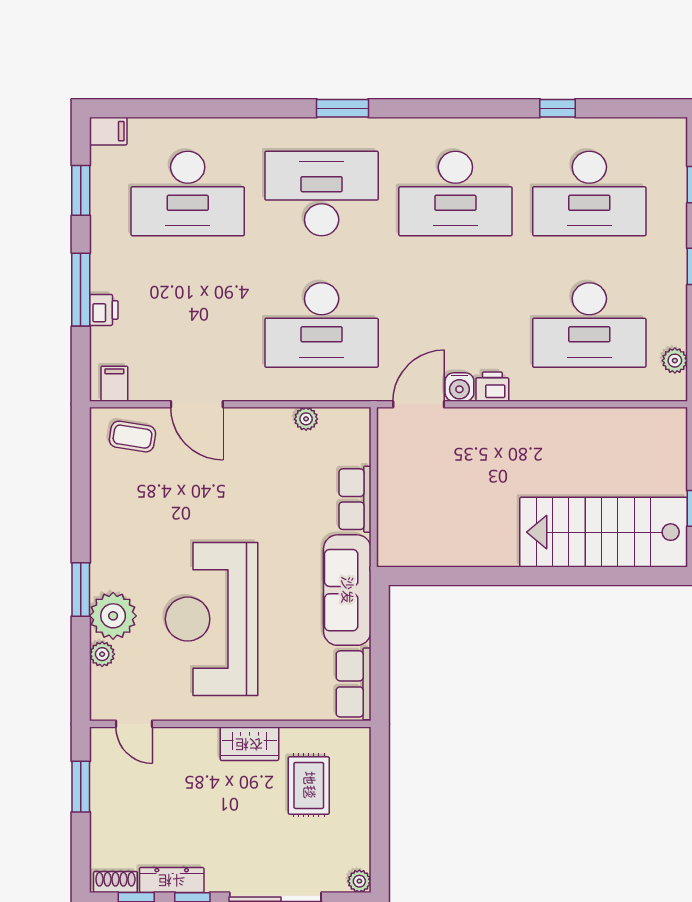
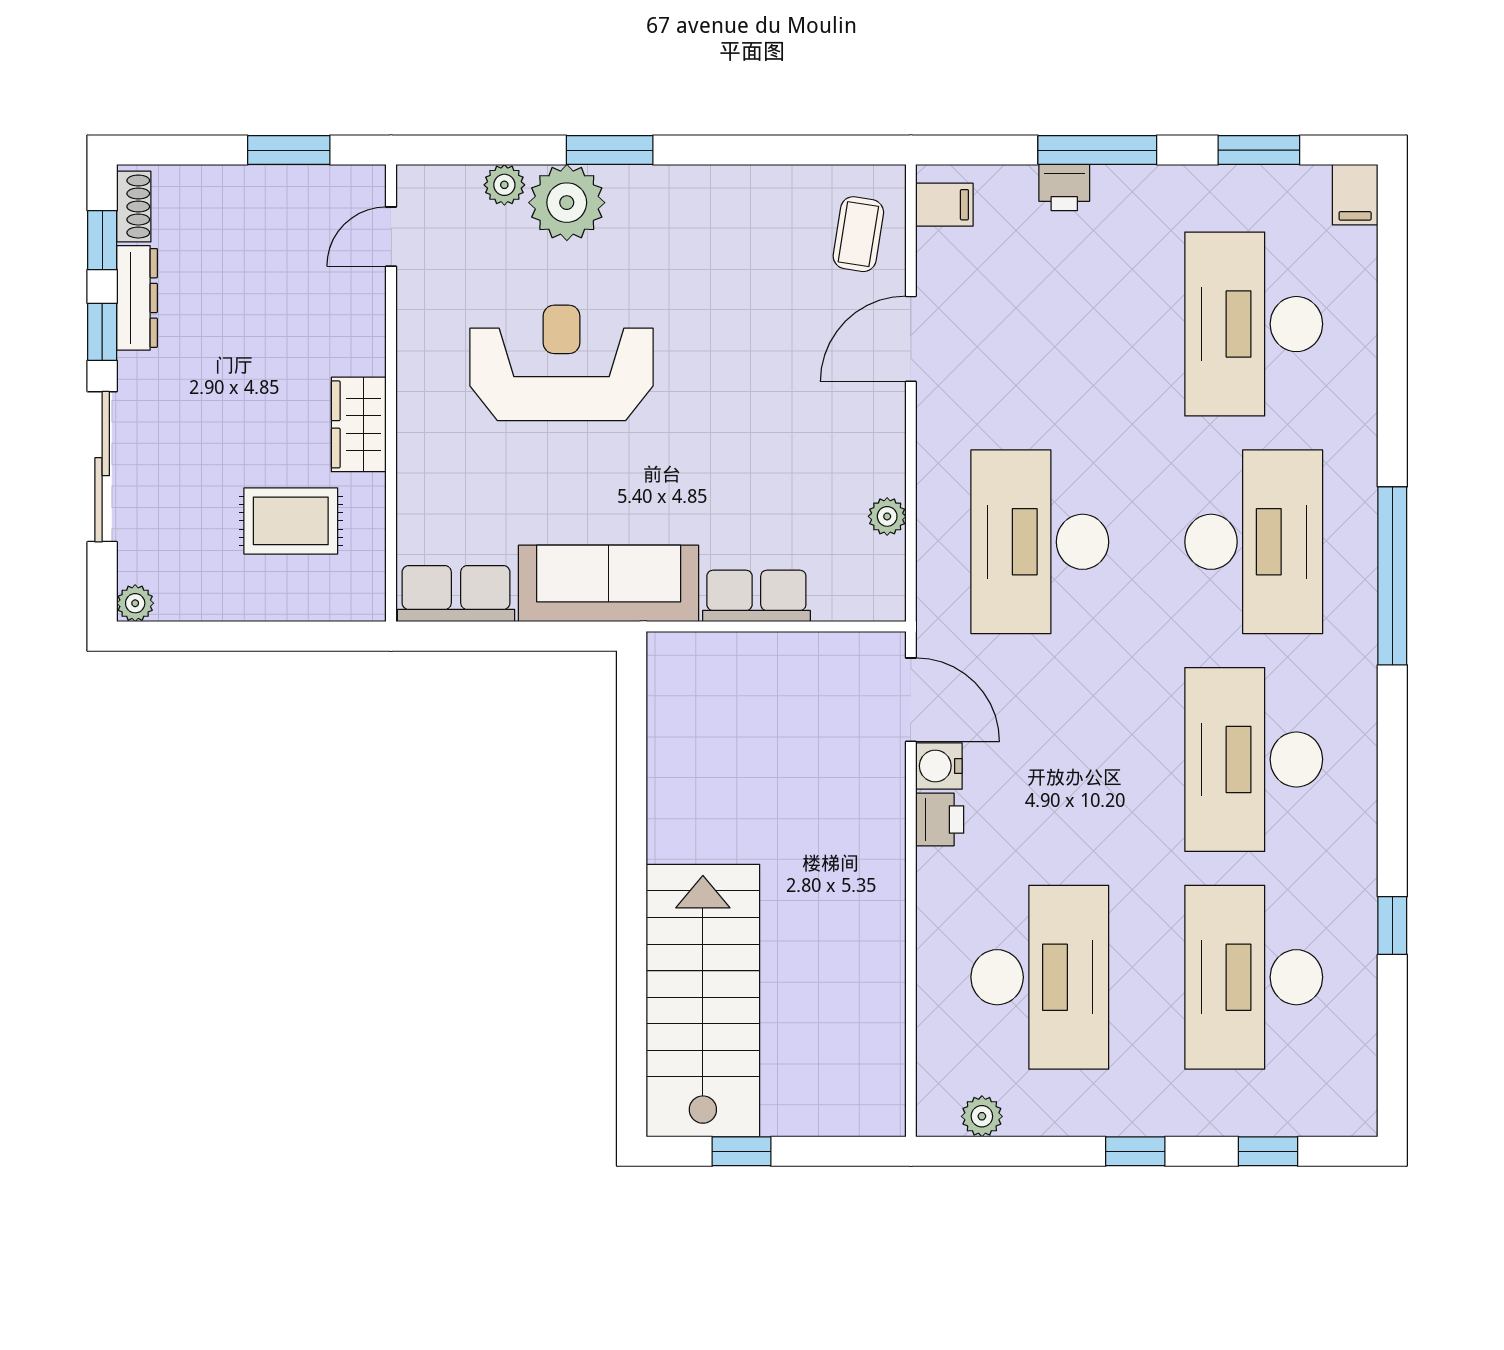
window: (343, 108) -> (1392, 576), width x2.11
desk: (589, 325) -> (1040, 977), turned 180
reception desk: (212, 619) -> (561, 363), width x0.74, depth x0.77

